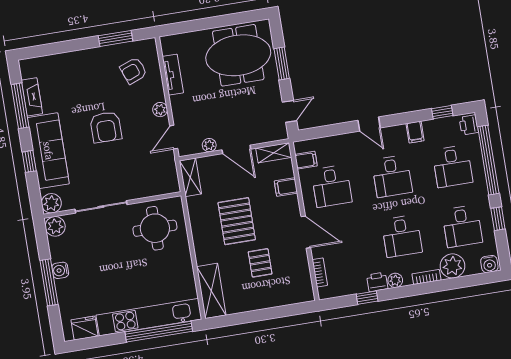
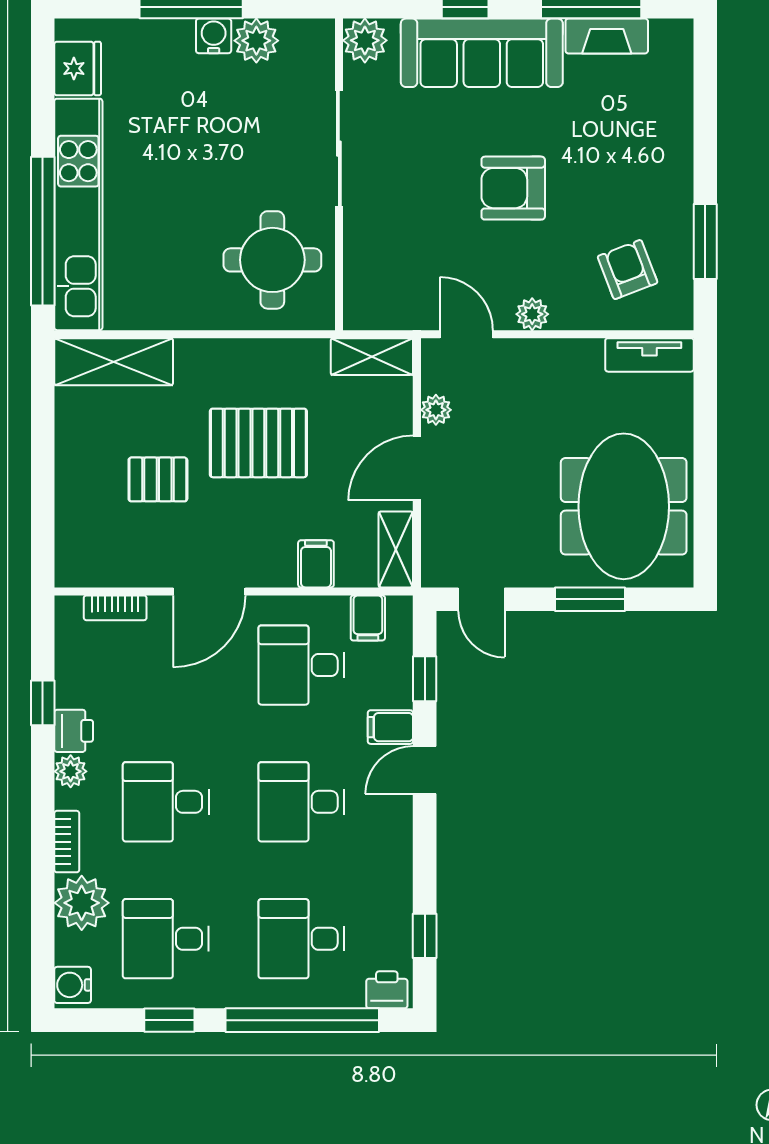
tv unit: (173, 75) -> (649, 355), moved
window: (329, 131) -> (425, 679), added
filing cabinet: (415, 132) -> (390, 727), moved
plant: (55, 226) -> (256, 41), moved

